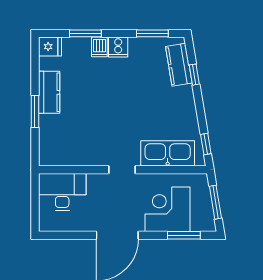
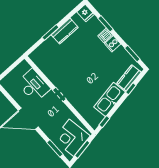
kitchen sink: (168, 153) -> (110, 99), moved, turned -99
desk: (62, 192) -> (34, 86), moved
corner desk: (167, 209) -> (72, 138), moved, turned -99

